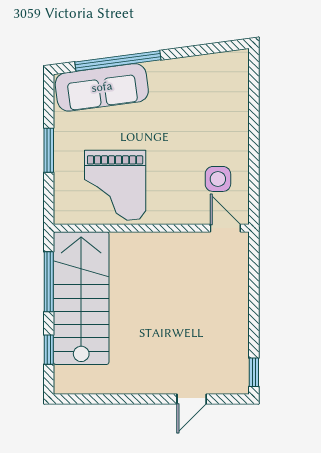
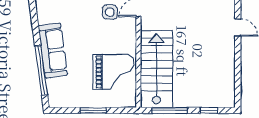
sofa: (102, 87) -> (53, 50), moved
stairs: (81, 298) -> (157, 69), moved, turned 90

